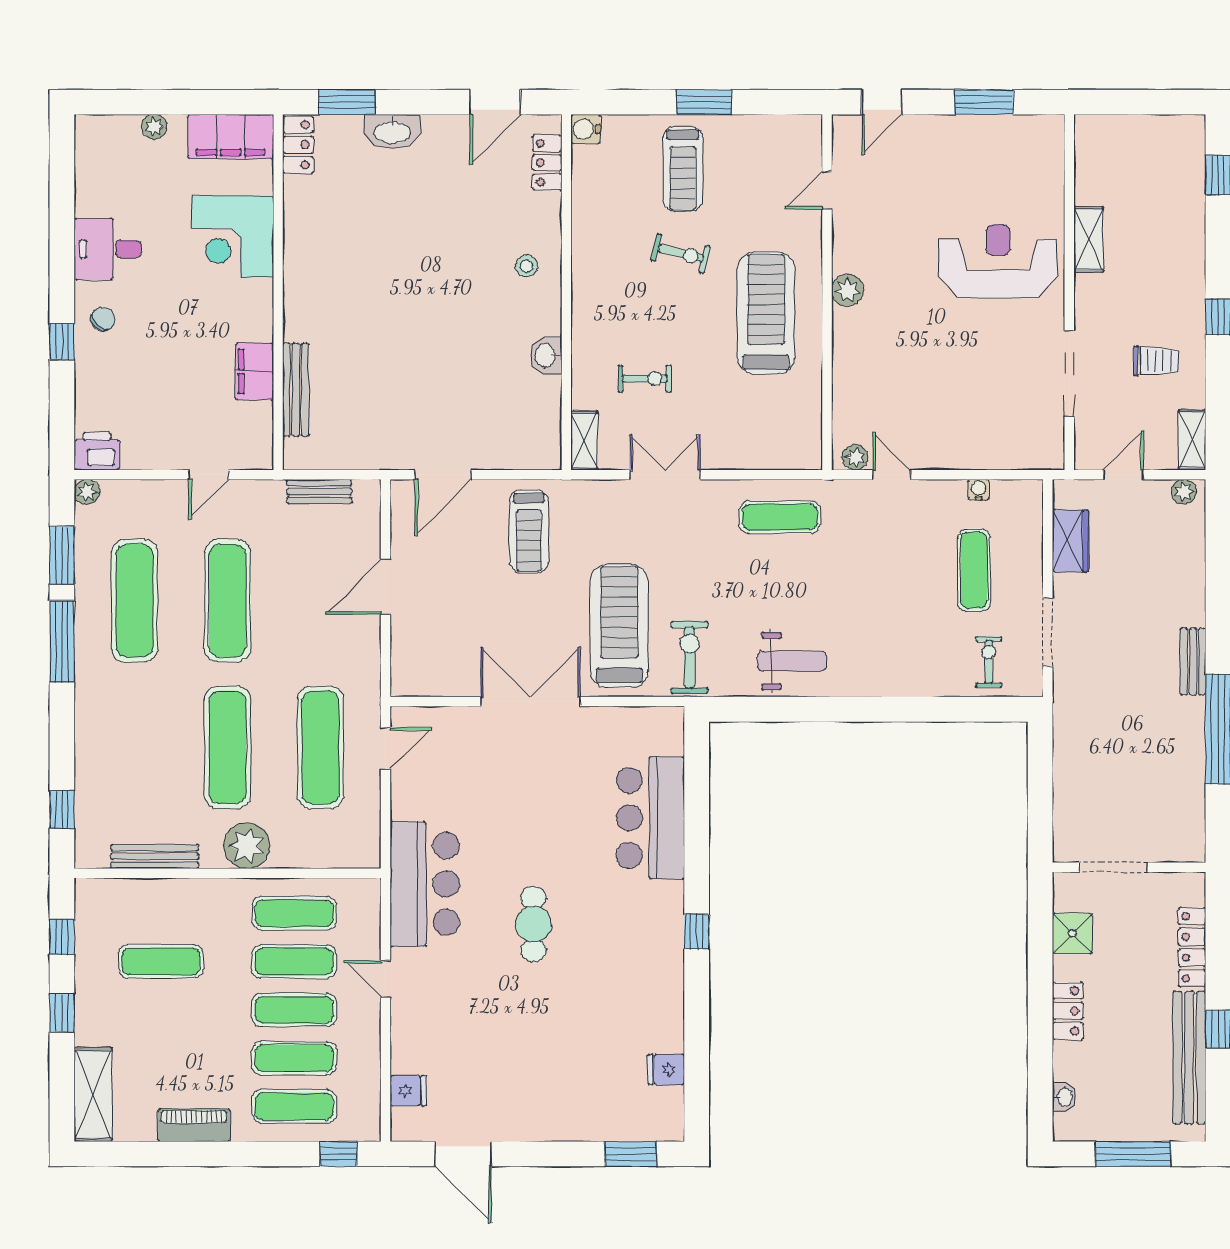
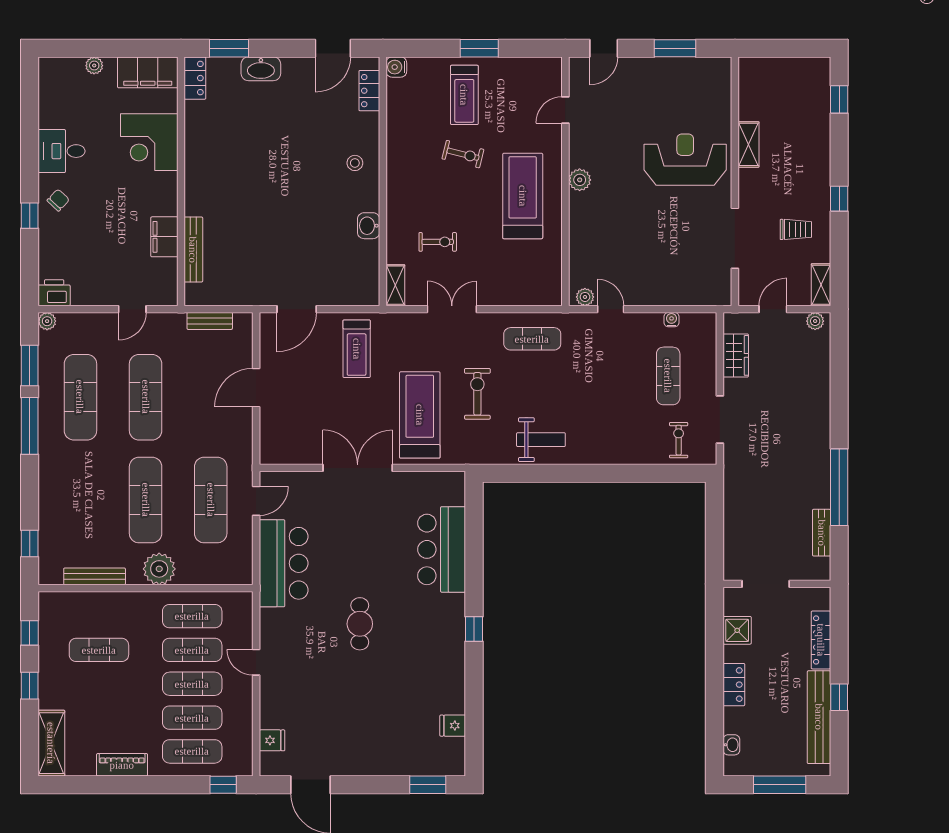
exercise bike: (689, 657) -> (477, 394), moved
bench: (1193, 661) -> (822, 533), moved
bar counter: (425, 884) -> (284, 563), moved

